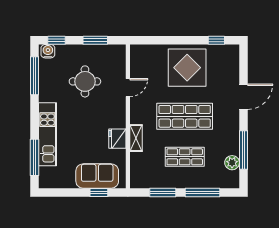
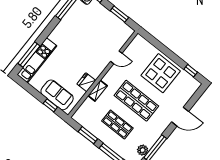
round table: (85, 81) -> (94, 34), removed
kitchen unit: (47, 134) -> (37, 60), moved

